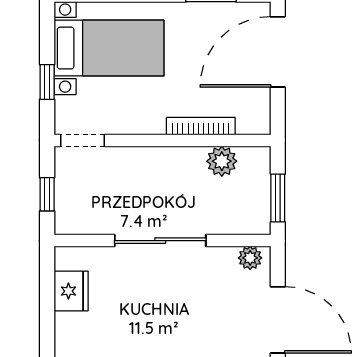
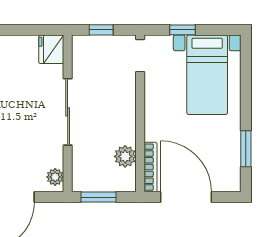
door: (278, 52) -> (186, 197), moved
bookcase: (201, 126) -> (151, 167), moved
fridge: (71, 291) -> (51, 49), moved, turned 90

